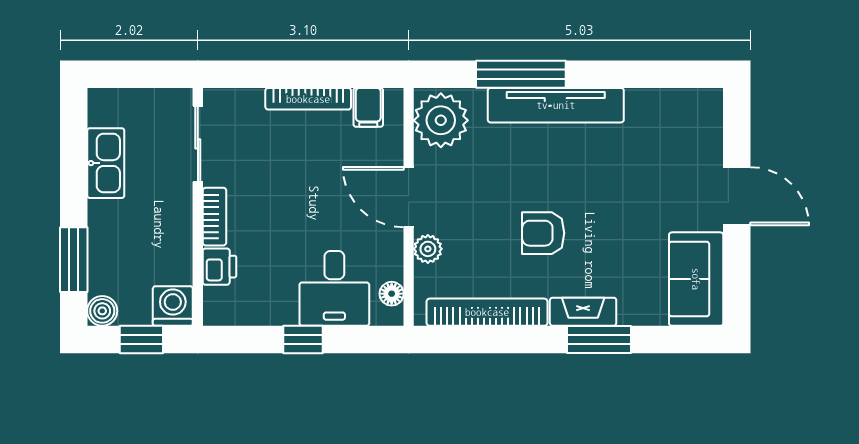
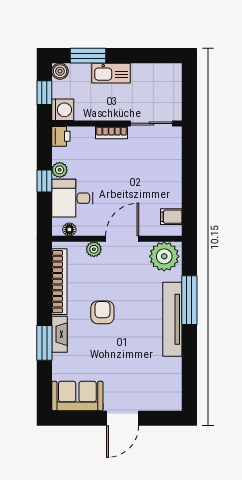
bookcase: (308, 99) -> (176, 184), removed
kitchen sink: (106, 163) -> (111, 73), moved
printer: (220, 267) -> (61, 136), moved, turned -90
plant: (283, 312) -> (60, 170), added

